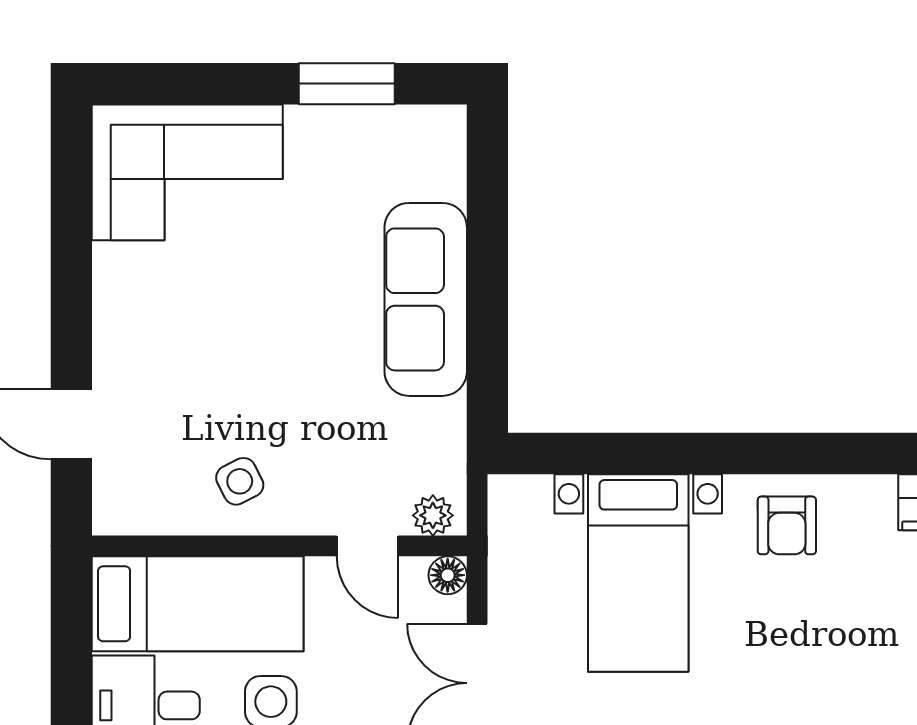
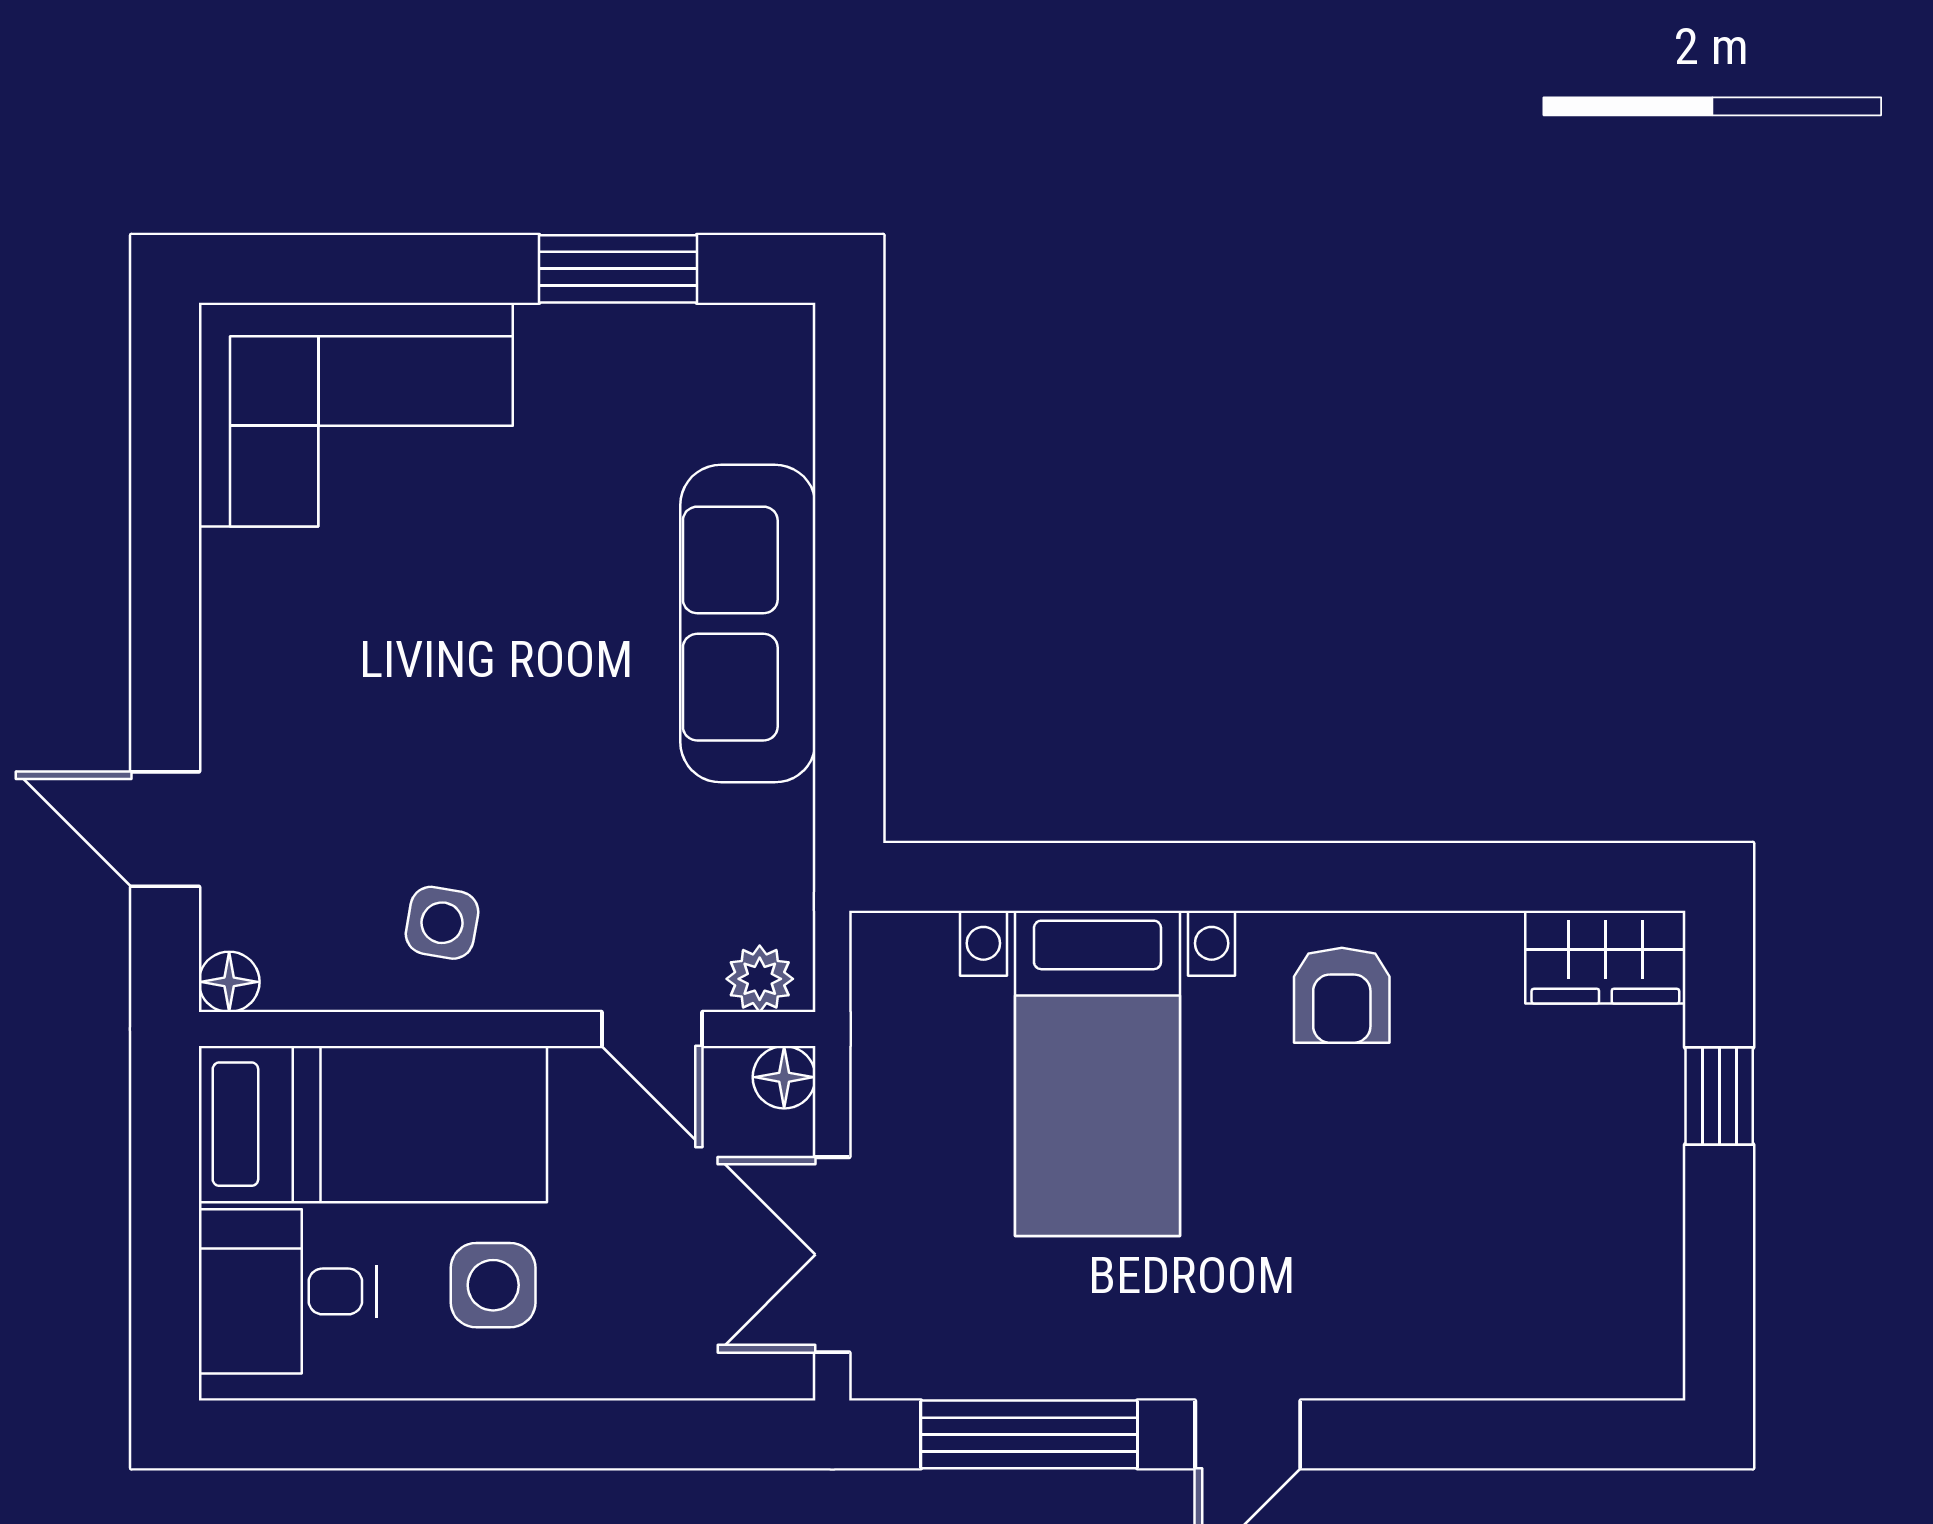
side table: (240, 481) -> (442, 923), turned 37
floor lamp: (110, 517) -> (229, 982), added

